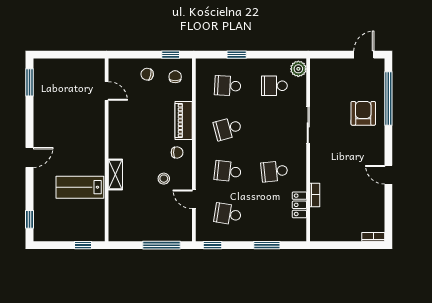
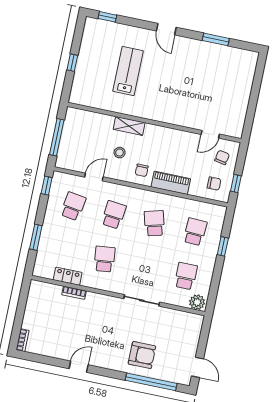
window: (29, 82) -> (216, 39), moved
door: (107, 91) -> (210, 134), moved
wall: (107, 150) -> (154, 123), moved
shelving: (115, 175) -> (129, 126), moved

